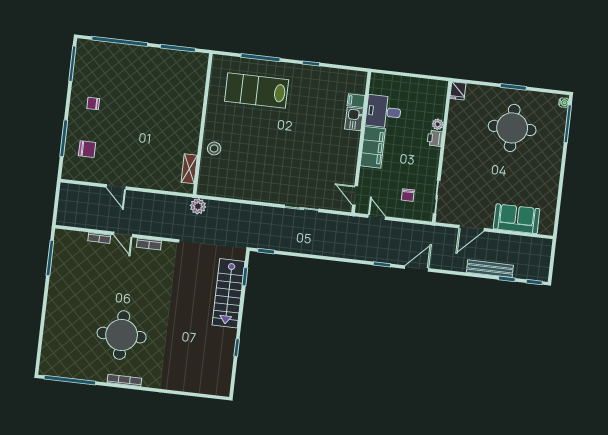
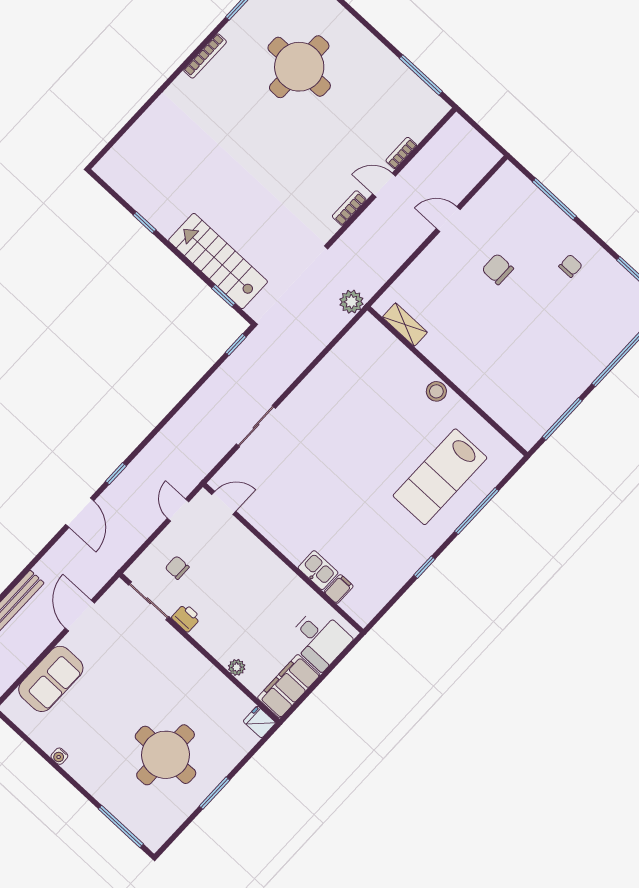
lab bench: (257, 91) -> (440, 477), turned 180
water cooler: (564, 103) -> (59, 756), moved
desk: (383, 112) -> (319, 639), moved, turned 90
printer: (435, 138) -> (186, 618), moved
filing cabinet: (373, 147) -> (289, 686), moved, turned 90
stool: (214, 148) -> (436, 391), moved
chair: (87, 149) -> (498, 269), moved, turned 90
door: (377, 217) -> (178, 510), swing flipped
round table: (122, 335) -> (299, 67), moved

